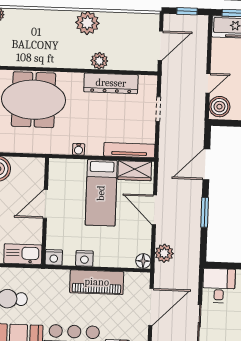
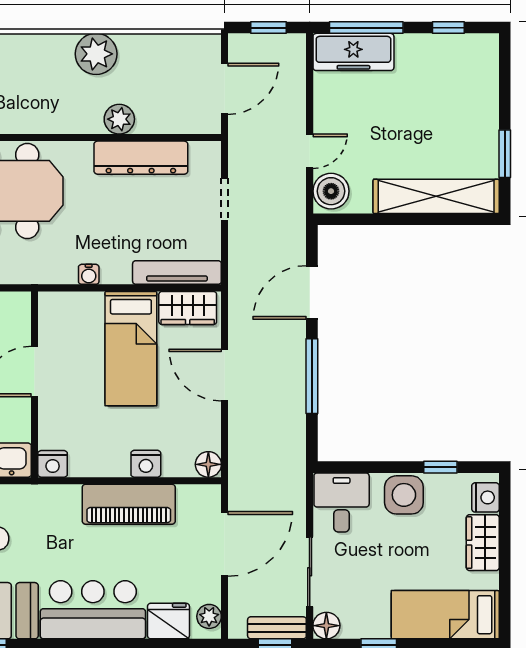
window: (205, 212) -> (312, 376), width x1.44
plant: (164, 253) -> (244, 450), removed
nightstand: (84, 258) -> (146, 464), moved

